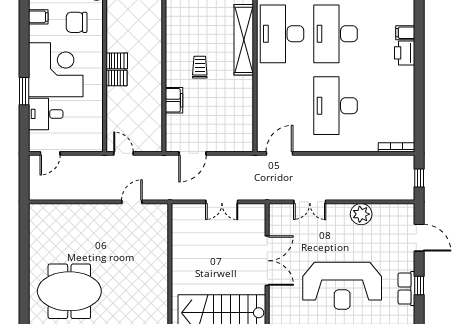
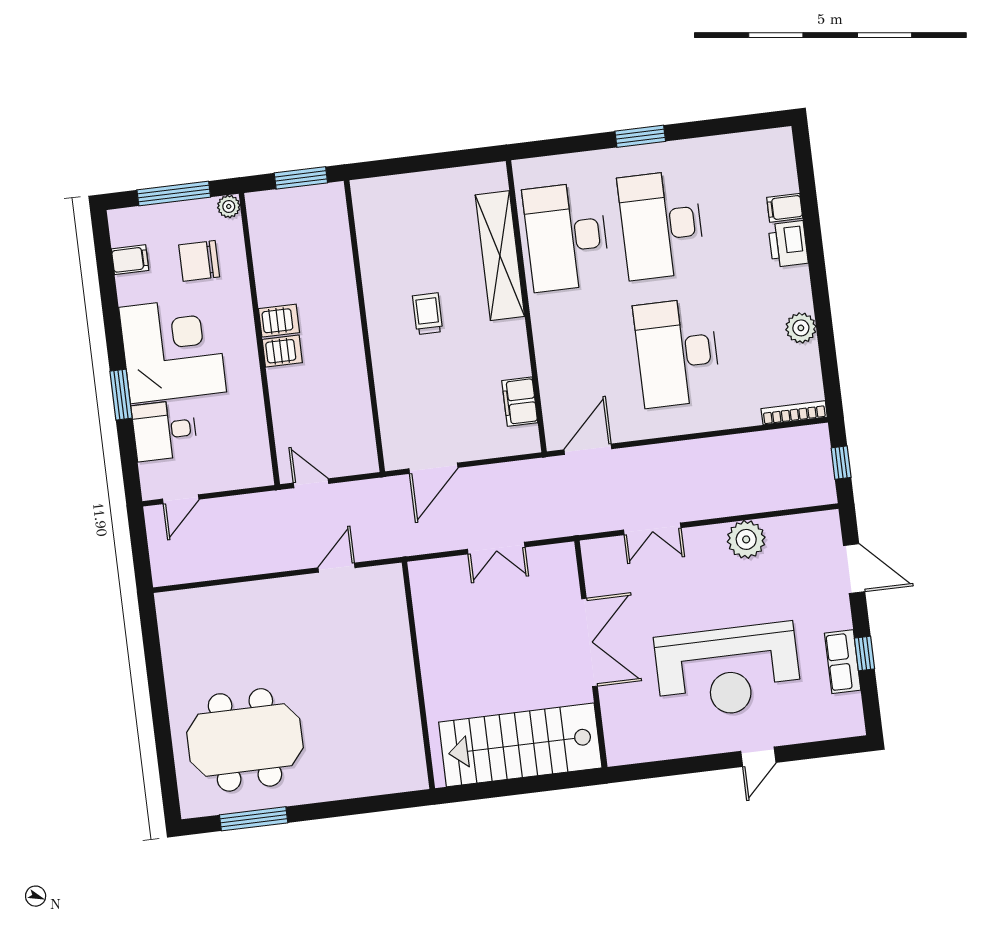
filing cabinet: (174, 100) -> (520, 402), moved, turned 180
plant: (406, 101) -> (801, 328), added

